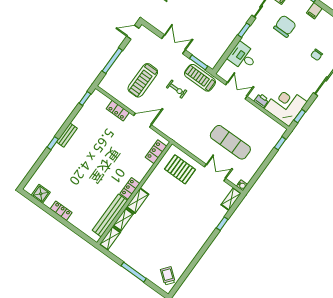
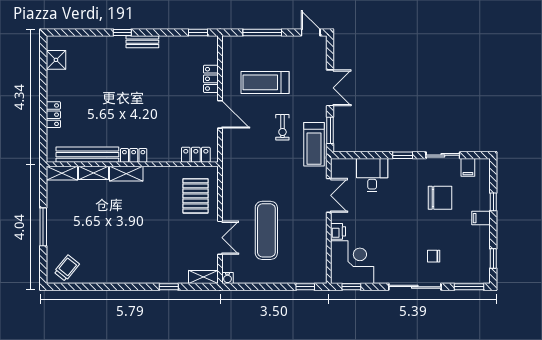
treadmill: (200, 78) -> (314, 144), turned 180
locker: (61, 211) -> (53, 115), moved

